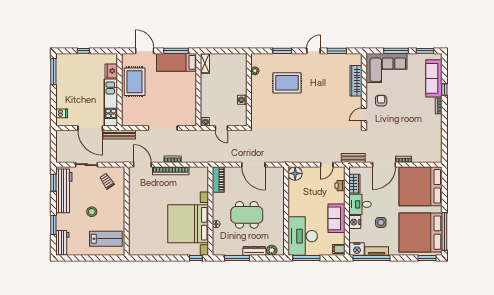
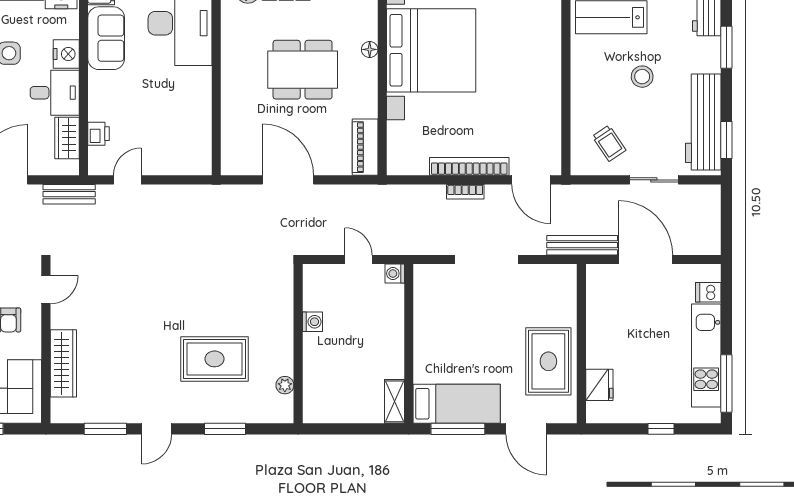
kitchen unit: (111, 103) -> (706, 355), moved, turned 180
floor lamp: (295, 173) -> (197, 160), removed
sofa: (336, 218) -> (106, 38), moved

